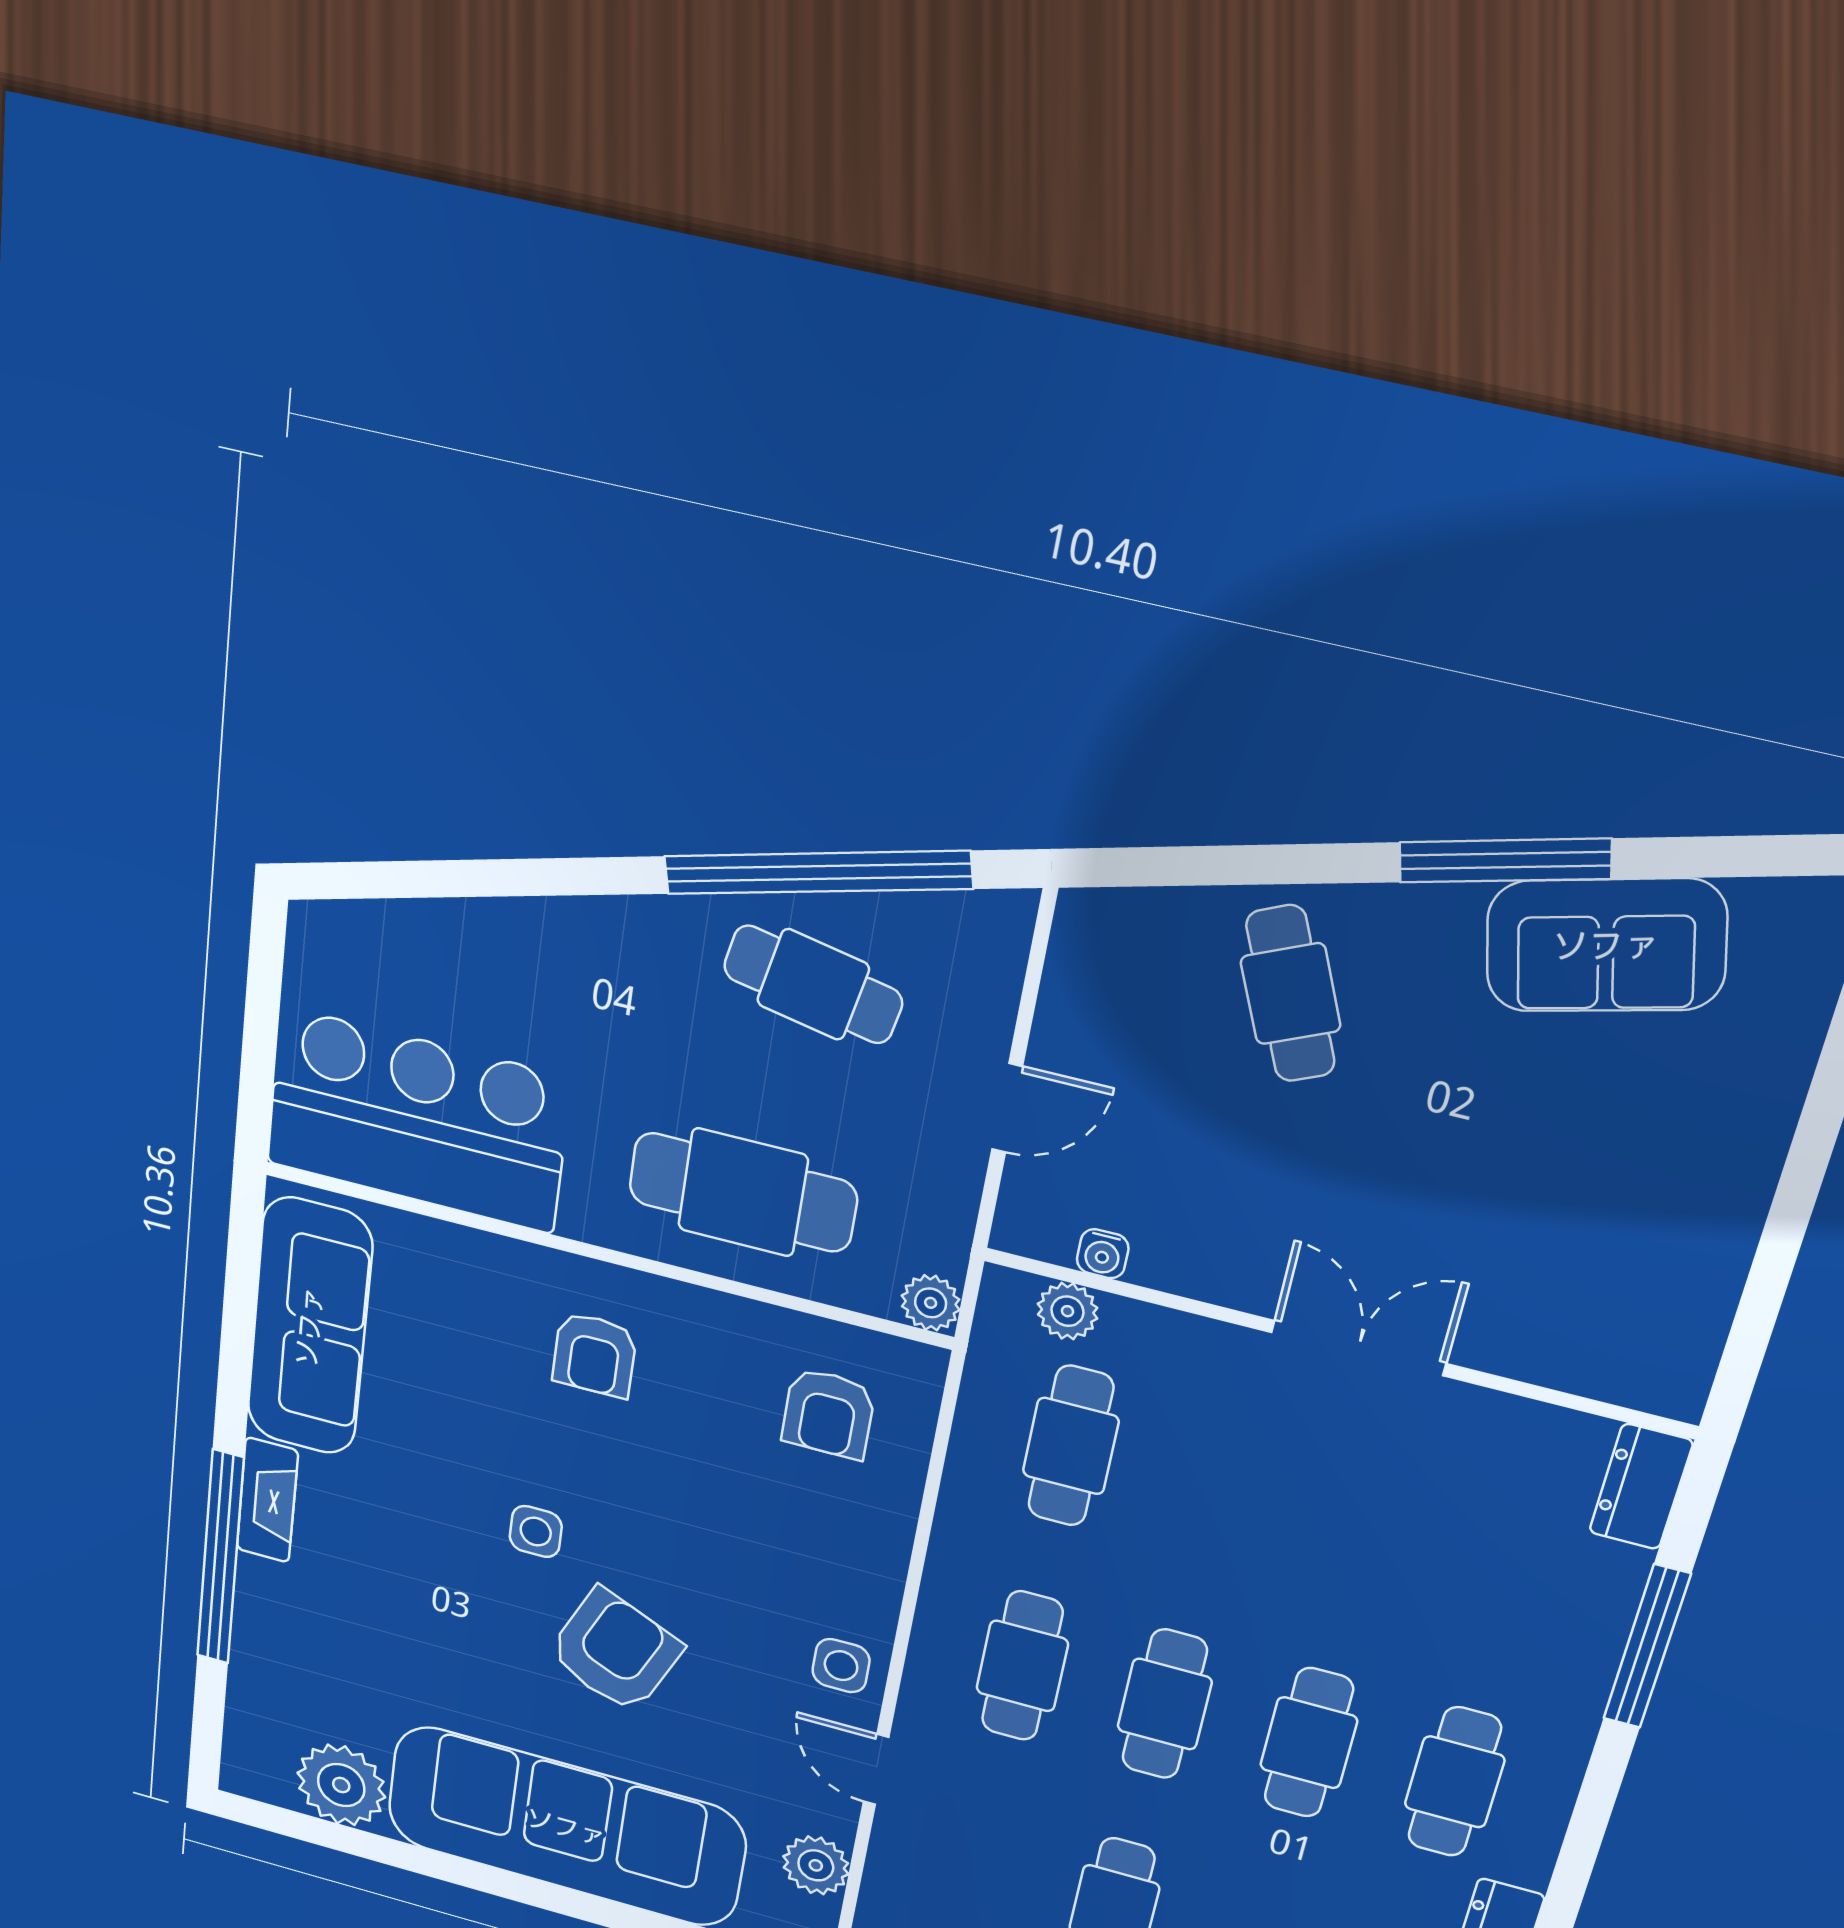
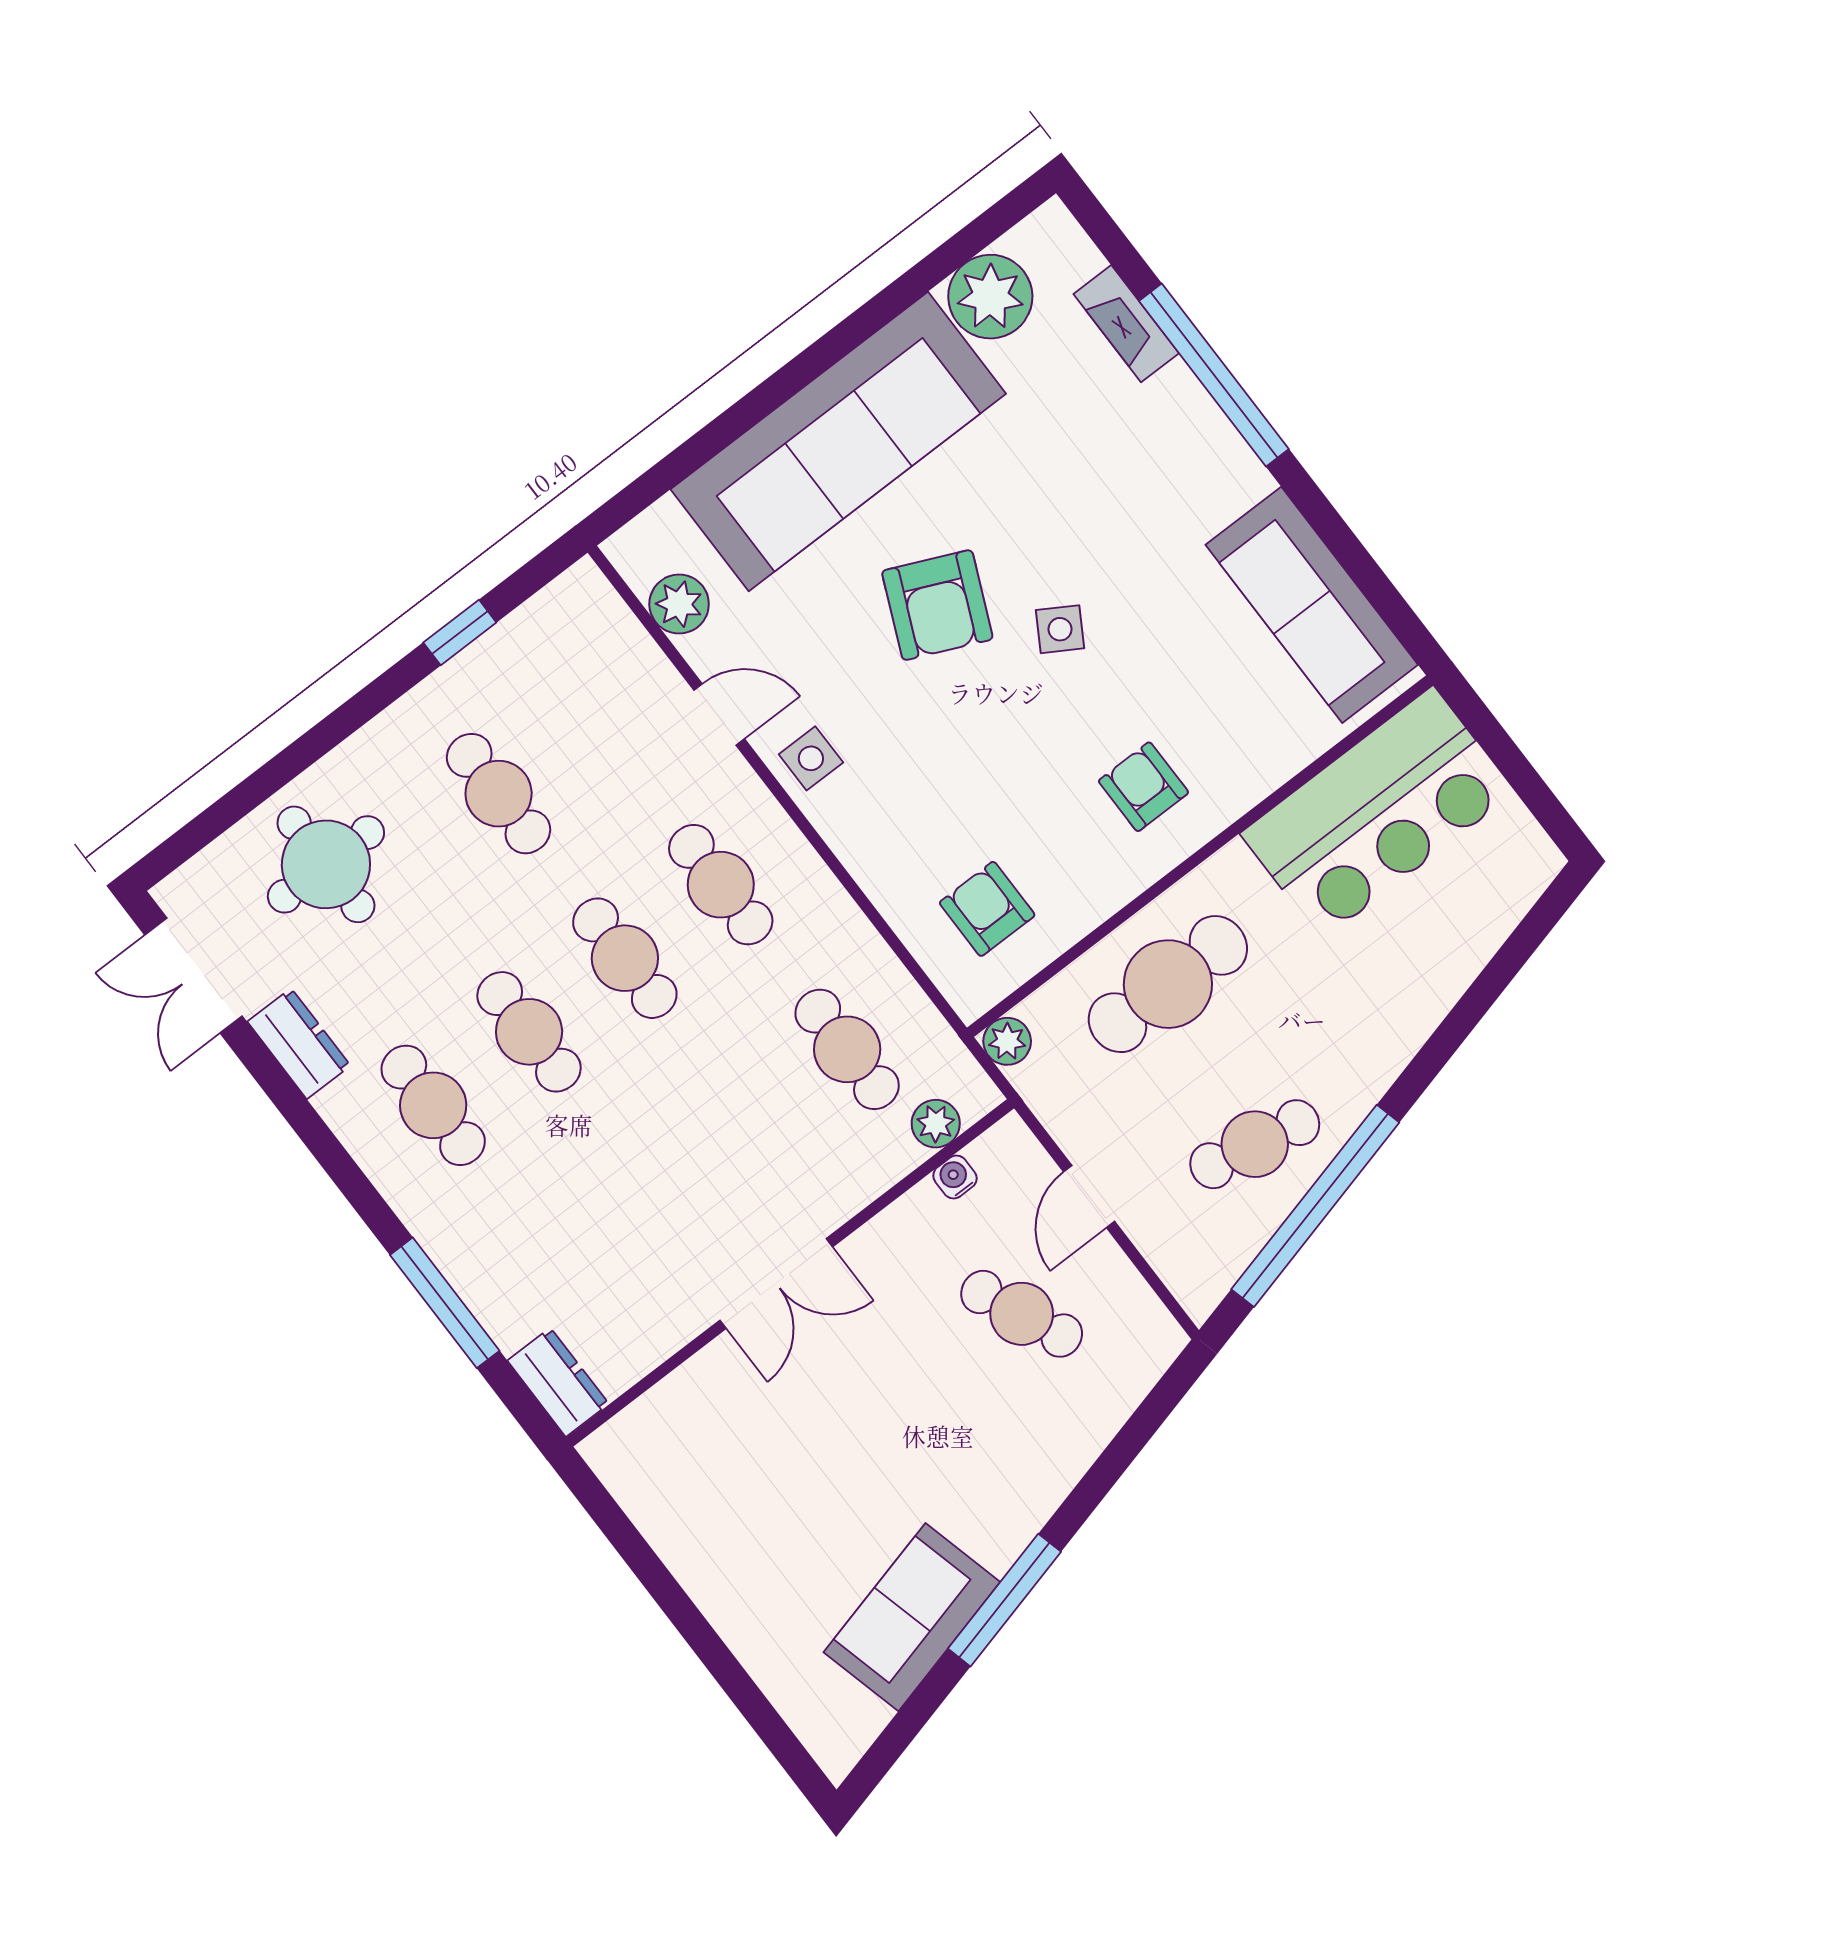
cafe table: (1291, 994) -> (1022, 1314), moved
fireplace: (267, 1500) -> (1126, 324), moved
side table: (536, 1532) -> (1060, 629), turned 31

